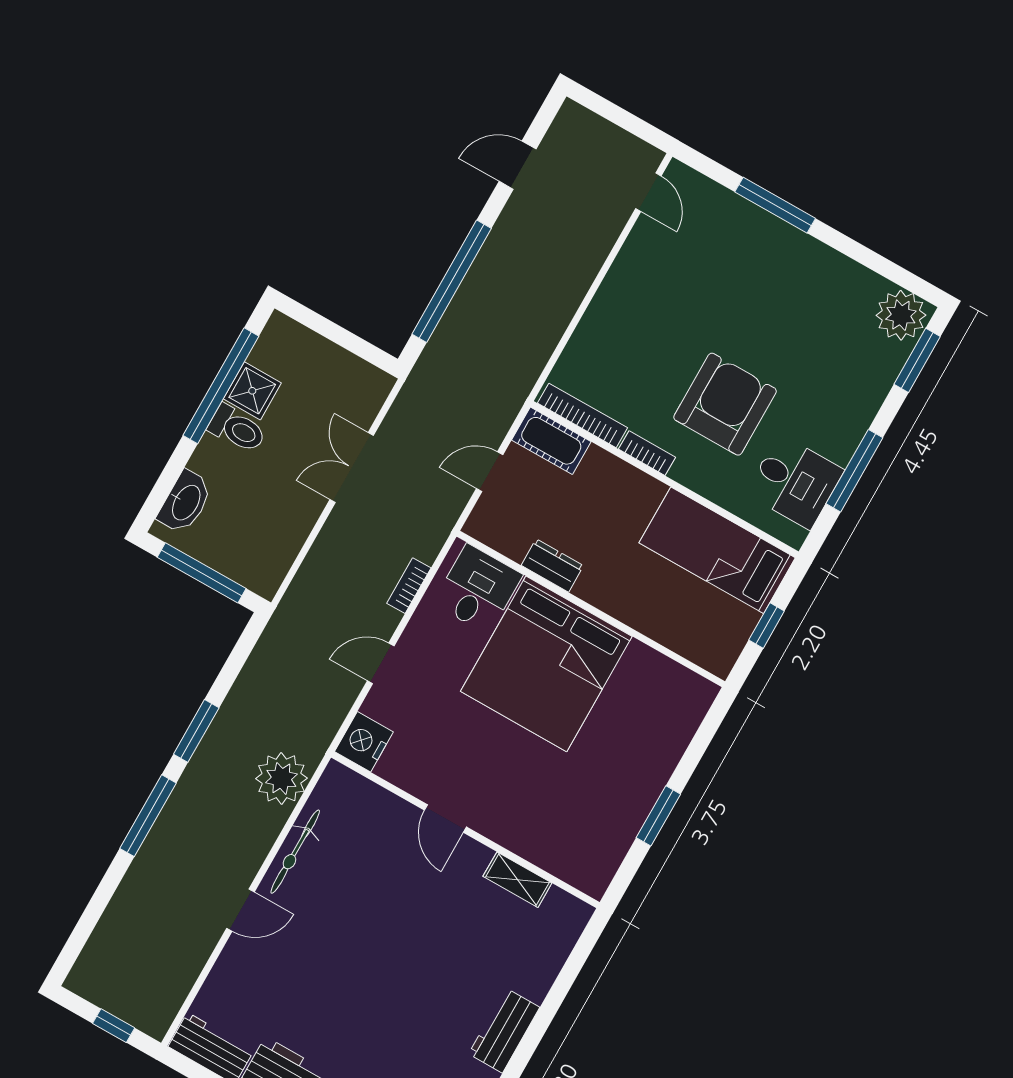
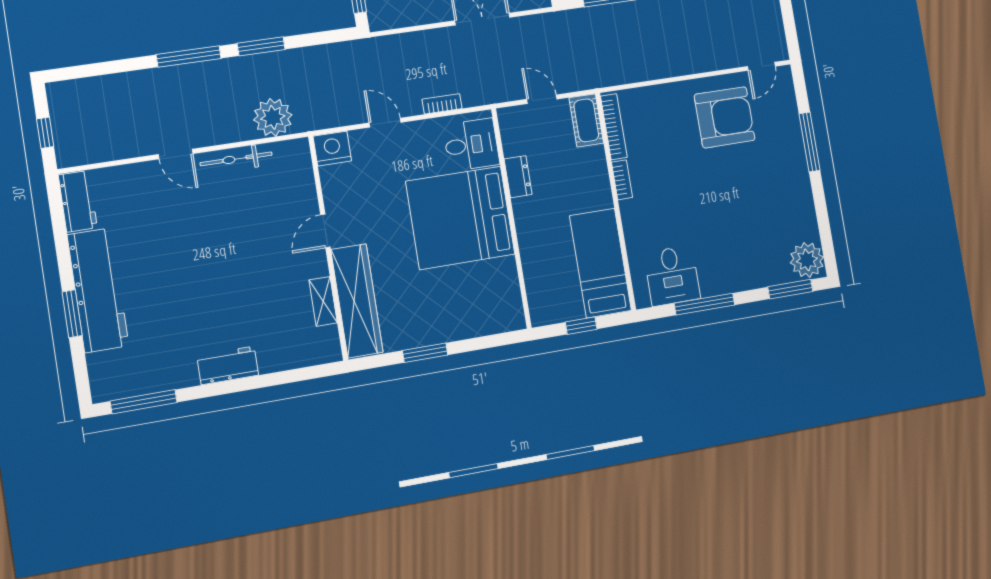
armchair: (725, 404) -> (725, 117), moved
wardrobe: (546, 844) -> (357, 301), added

